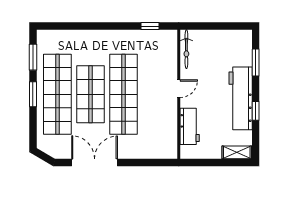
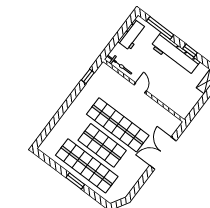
window: (33, 57) -> (52, 164), removed
window: (256, 63) -> (160, 28), width x1.44
workbench: (190, 126) -> (132, 35), moved, turned 90
double door: (95, 162) -> (163, 153), moved

